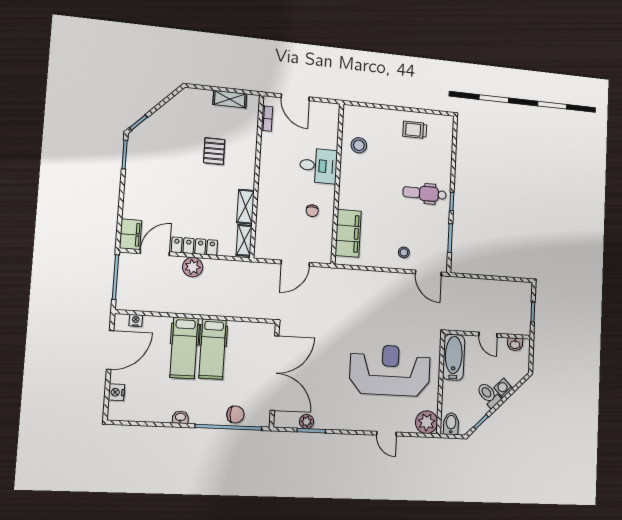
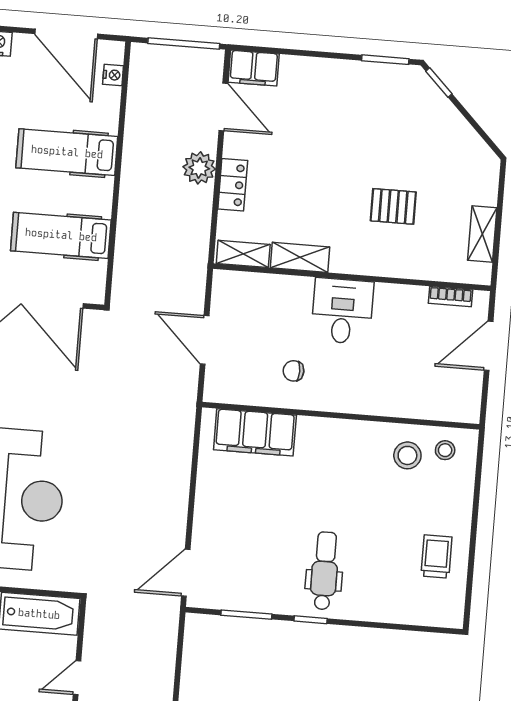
desk: (318, 166) -> (342, 311), moved, turned 180
locker: (194, 246) -> (233, 185), width x0.66
stool: (404, 252) -> (445, 450), moved
hospital bed: (213, 349) -> (61, 235), moved

